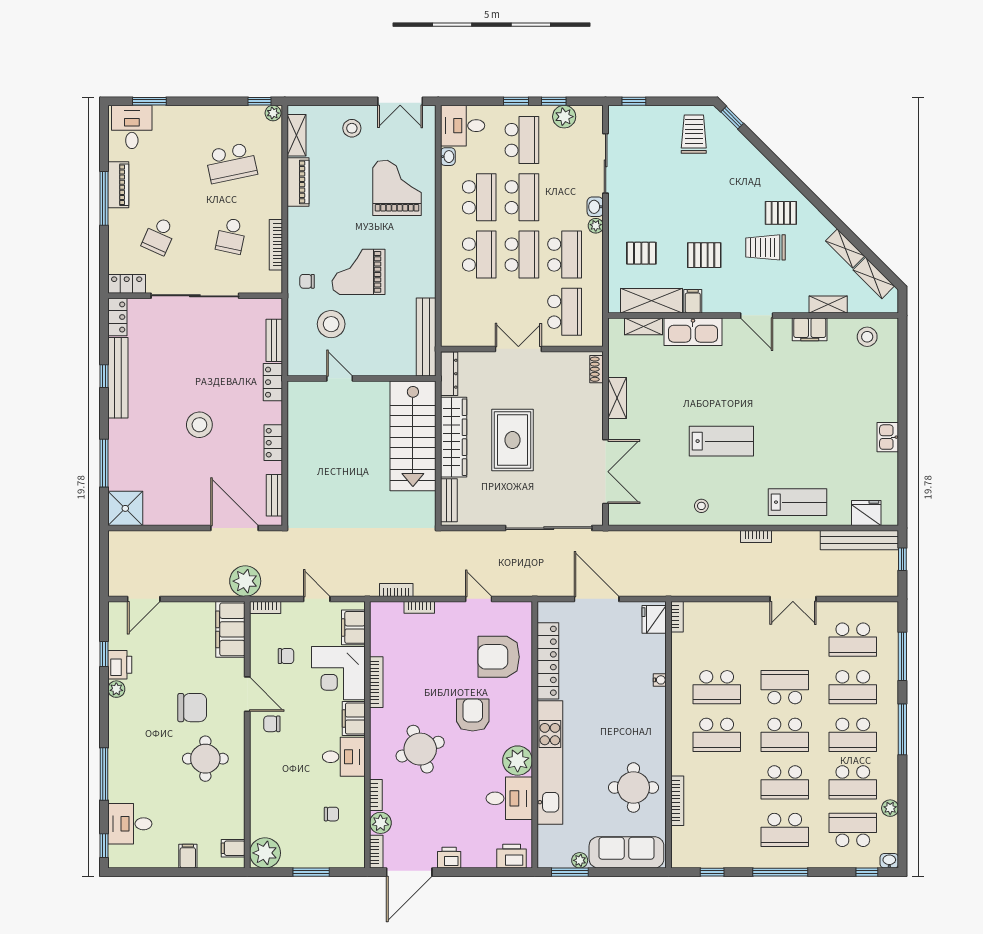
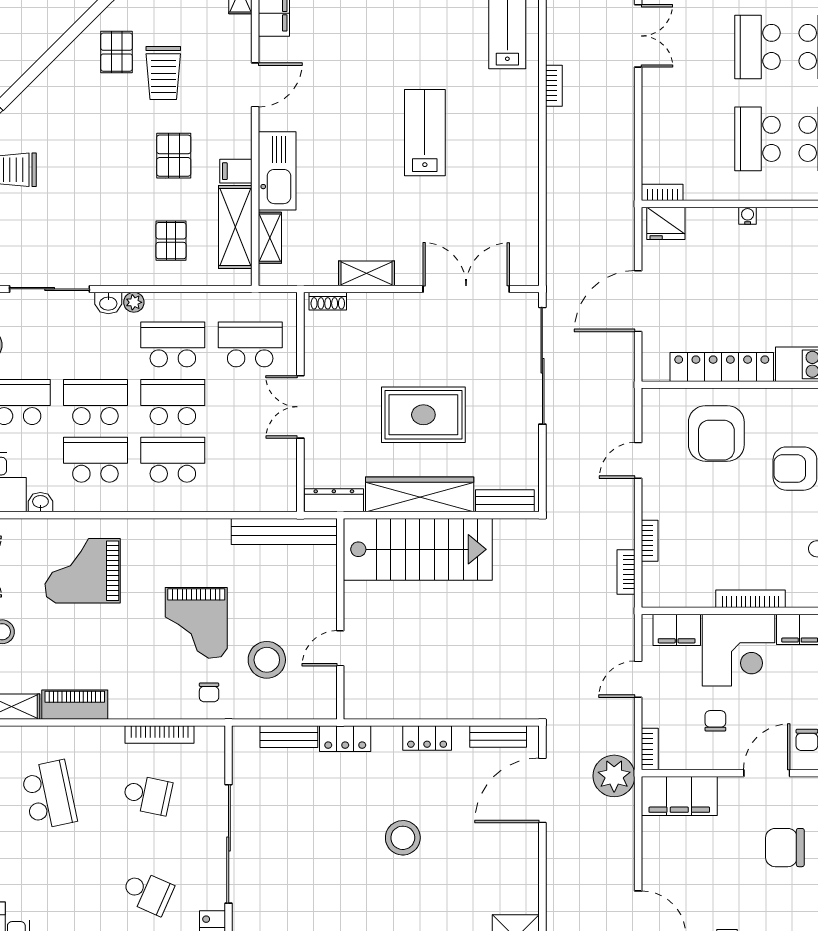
stool: (701, 506) -> (512, 160), removed
school desk: (717, 687) -> (757, 139), turned 180
chair: (192, 708) -> (785, 848), turned -90

